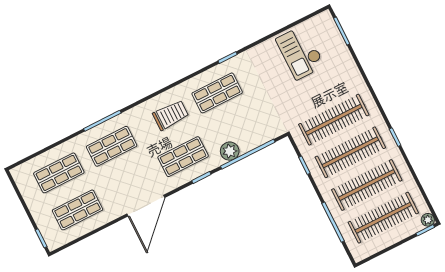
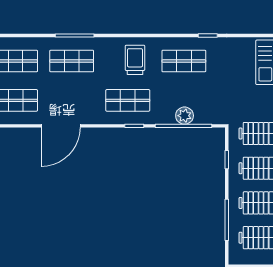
trolley: (171, 115) -> (135, 60), turned -90
plant: (230, 151) -> (185, 116), moved
door: (146, 206) -> (61, 126), moved

